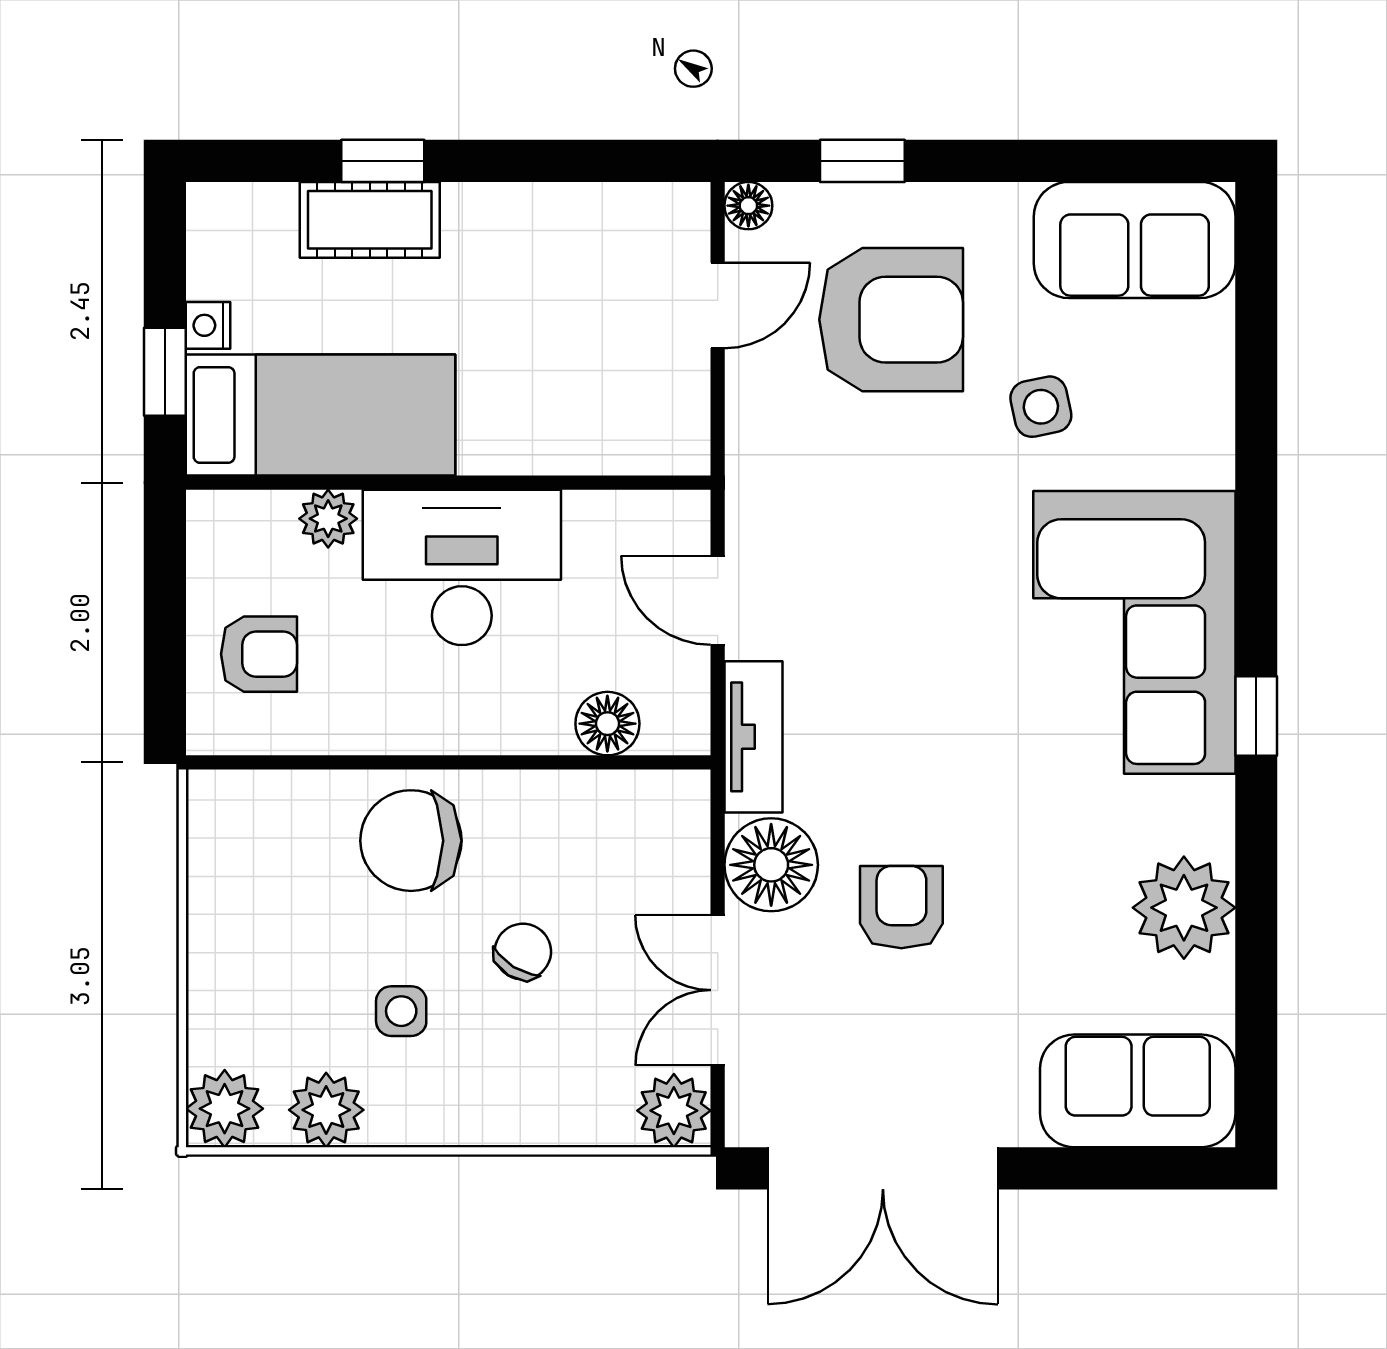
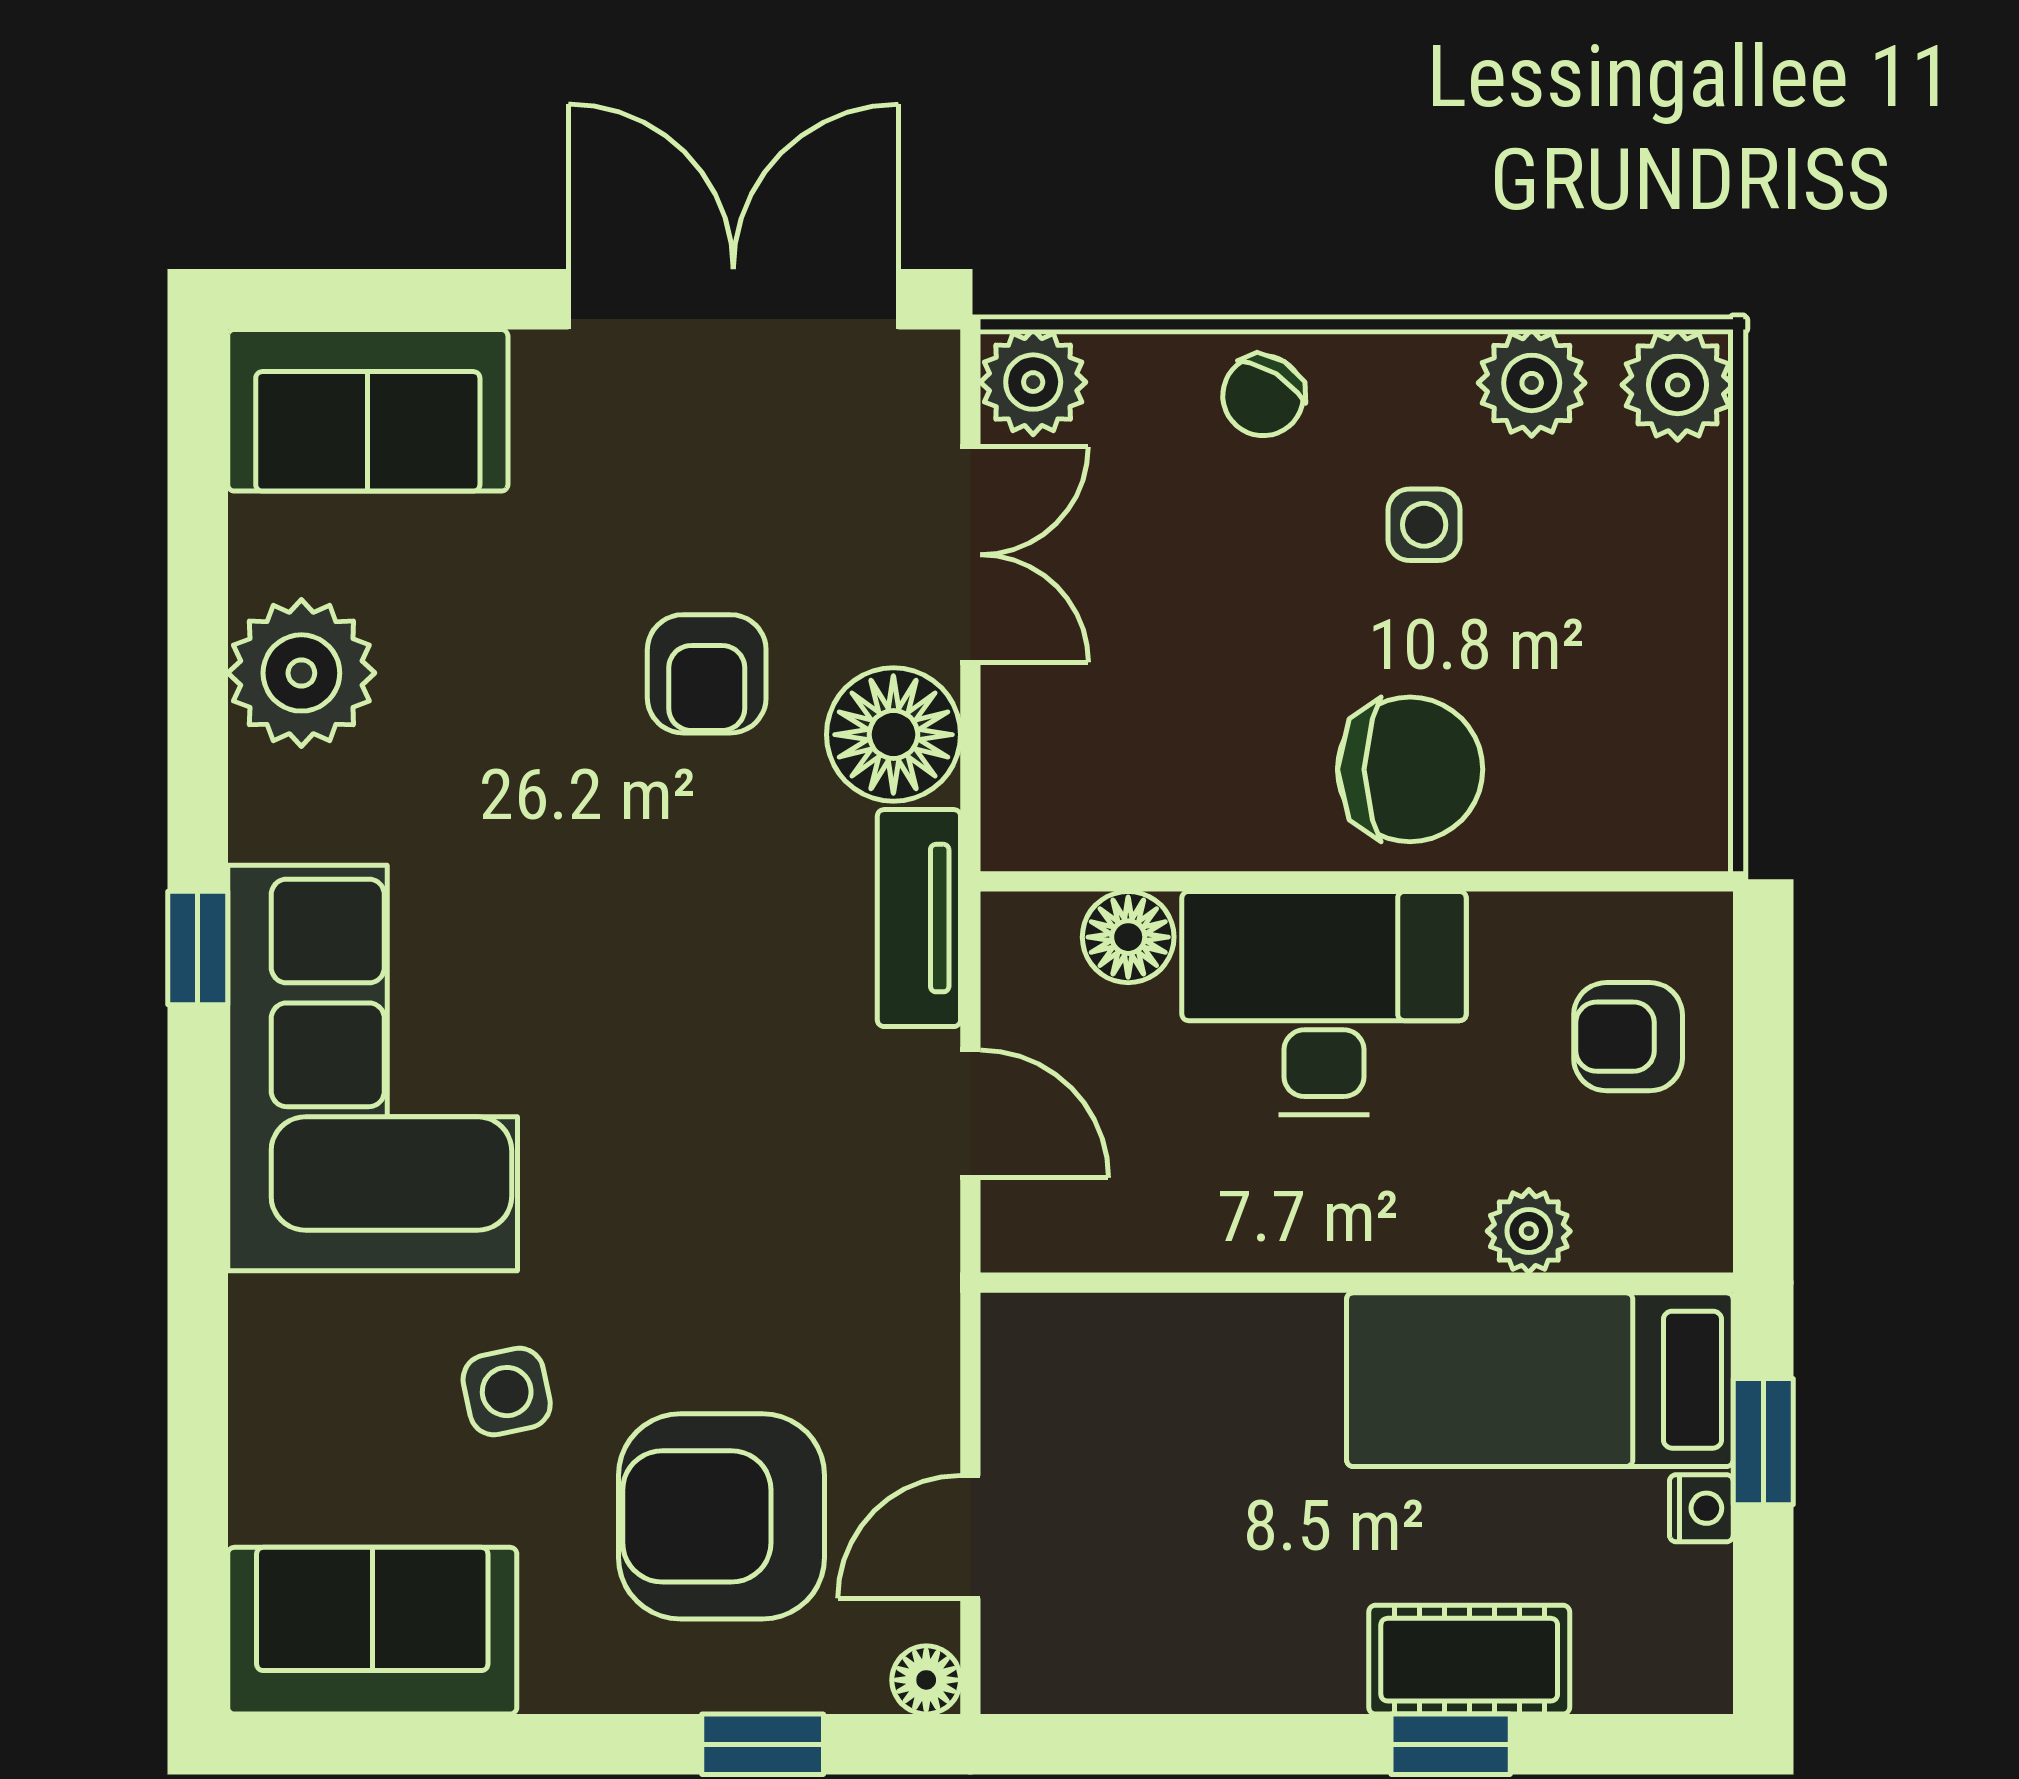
desk: (462, 567) -> (1324, 1003), moved, turned 180
chair: (523, 952) -> (1263, 396), moved

